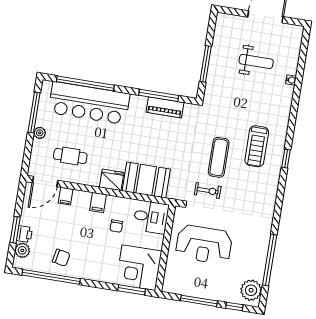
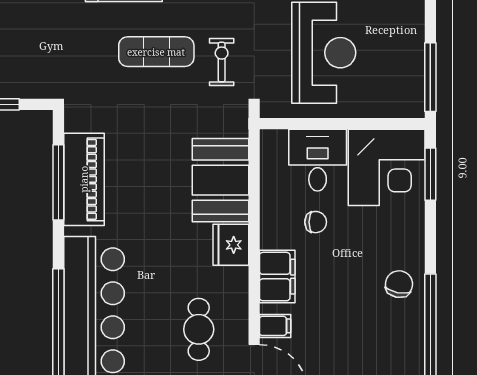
piano: (165, 107) -> (84, 179), width x1.37, depth x1.33
filing cabinet: (98, 203) -> (277, 277), width x2.00
desk: (151, 217) -> (318, 160), moved
chair: (61, 258) -> (399, 284), moved
window: (199, 301) -> (430, 77), moved

